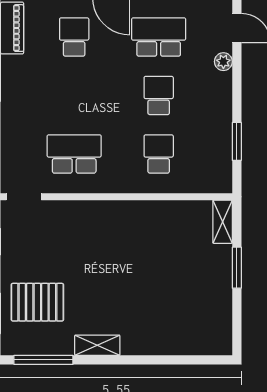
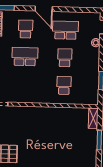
school desk: (74, 154) -> (25, 57), moved

